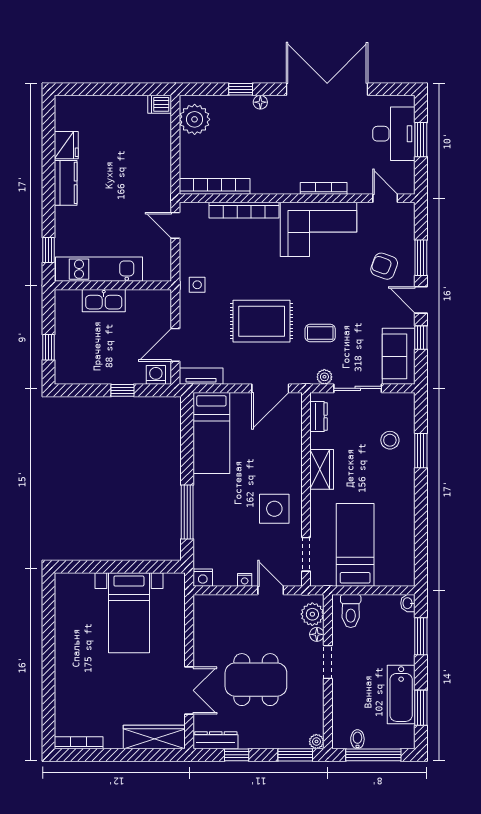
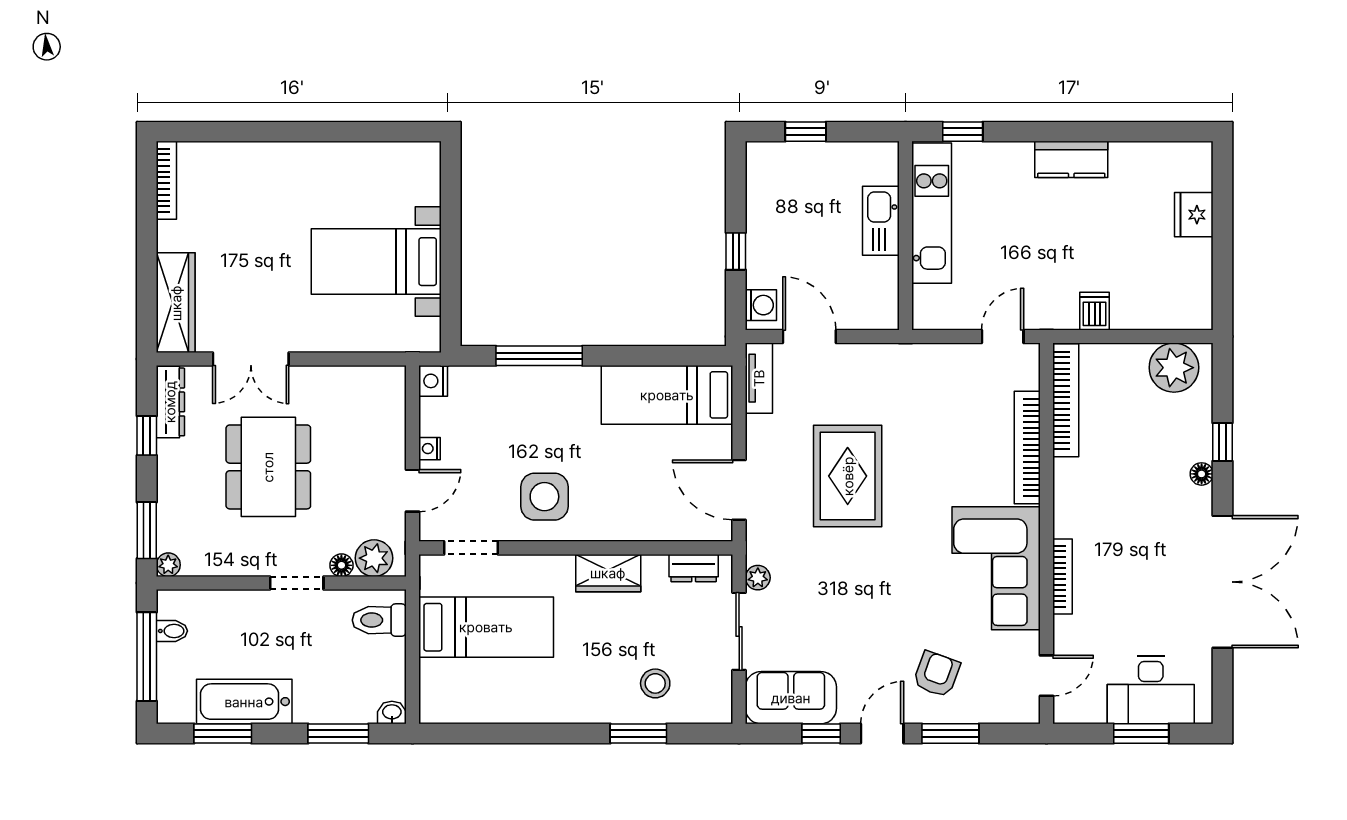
dishwasher: (160, 104) -> (1095, 311), moved
fridge: (66, 145) -> (1194, 215), moved, turned 90
side table: (197, 285) -> (907, 372), removed
coffee table: (320, 333) -> (829, 571), removed

